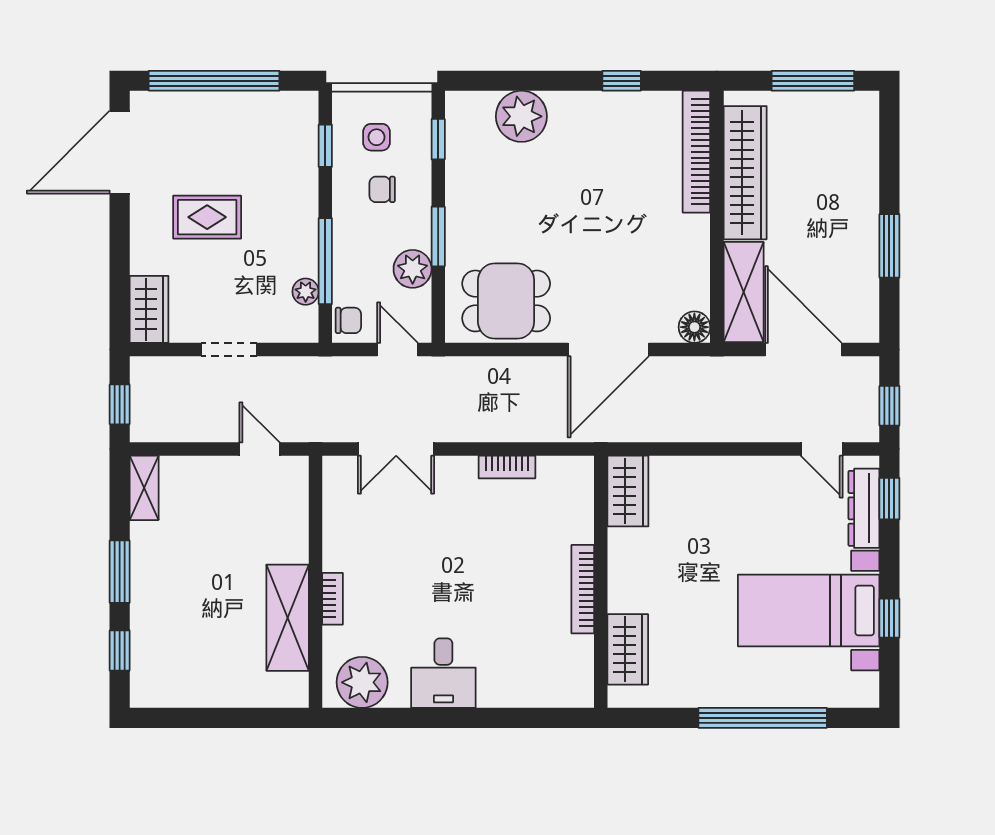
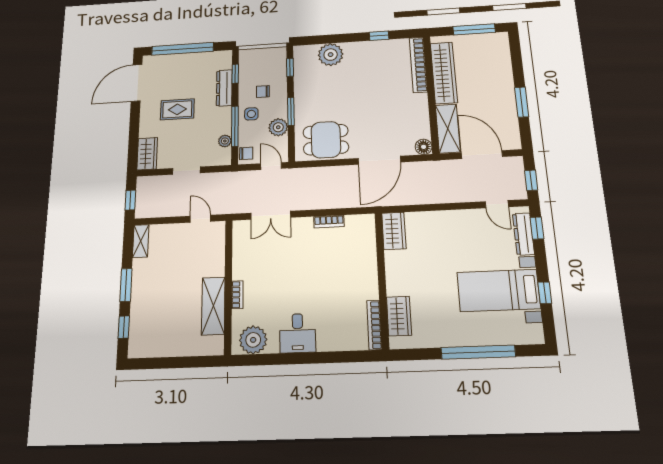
side table: (377, 137) -> (251, 114), moved
dresser: (303, 176) -> (224, 88), added
bookcase: (583, 589) -> (374, 325), moved

